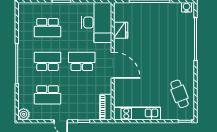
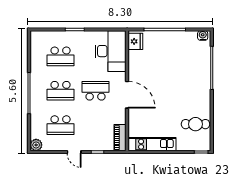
fridge: (121, 30) -> (135, 41), moved
school desk: (48, 61) -> (61, 91), turned 180
cafe table: (180, 94) -> (195, 124), turned -69

